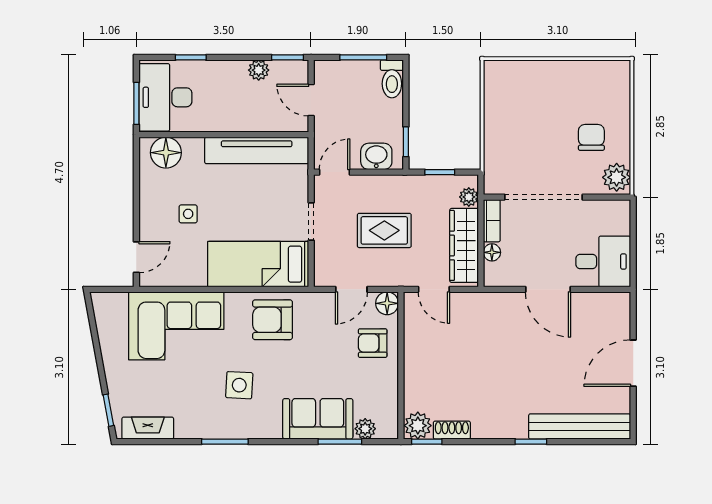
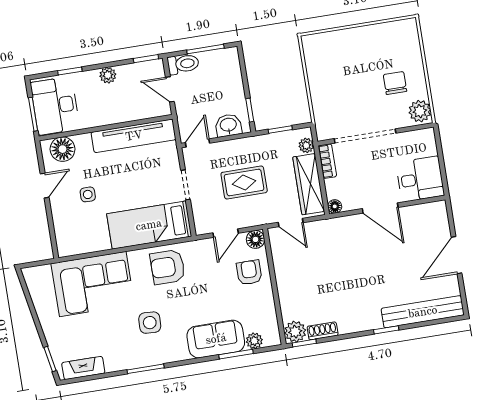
plant: (259, 70) -> (108, 75), moved
toilet: (392, 79) -> (183, 64), moved, turned -90
floor lamp: (492, 252) -> (335, 206), moved
door: (136, 257) -> (45, 186), moved
armchair: (373, 343) -> (249, 273), turned 90

